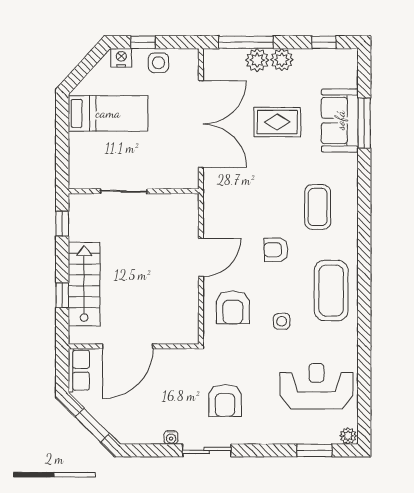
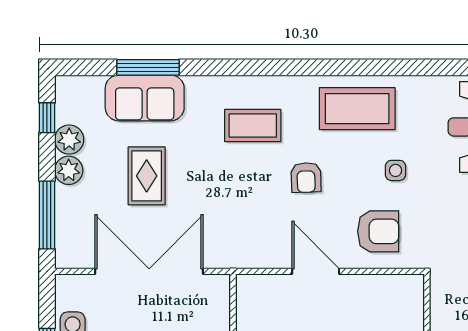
plant: (257, 60) -> (69, 140), moved

